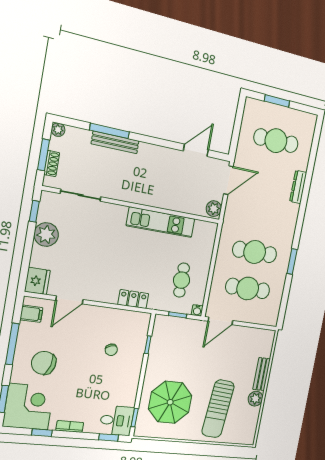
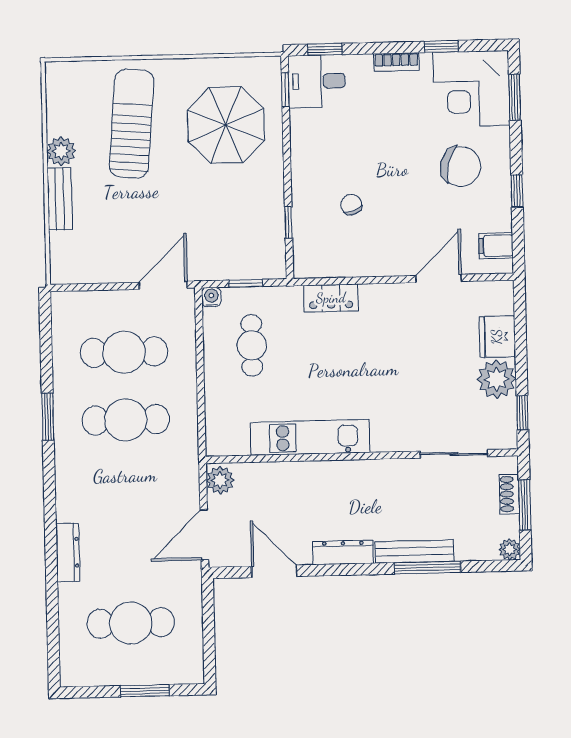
door: (196, 150) -> (274, 571), swing flipped
dresser: (156, 152) -> (343, 552), added
fridge: (37, 281) -> (497, 337), moved
window: (12, 344) -> (517, 191), width x0.46

